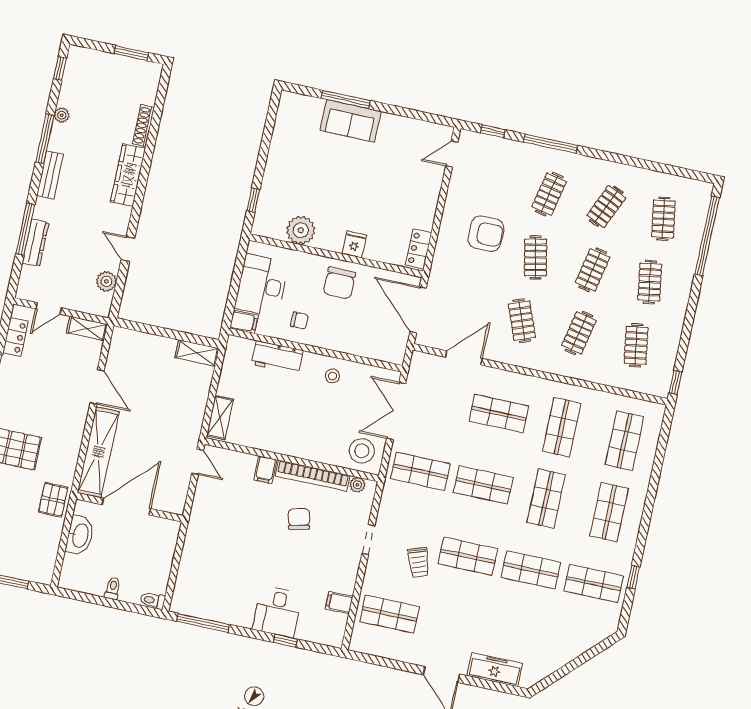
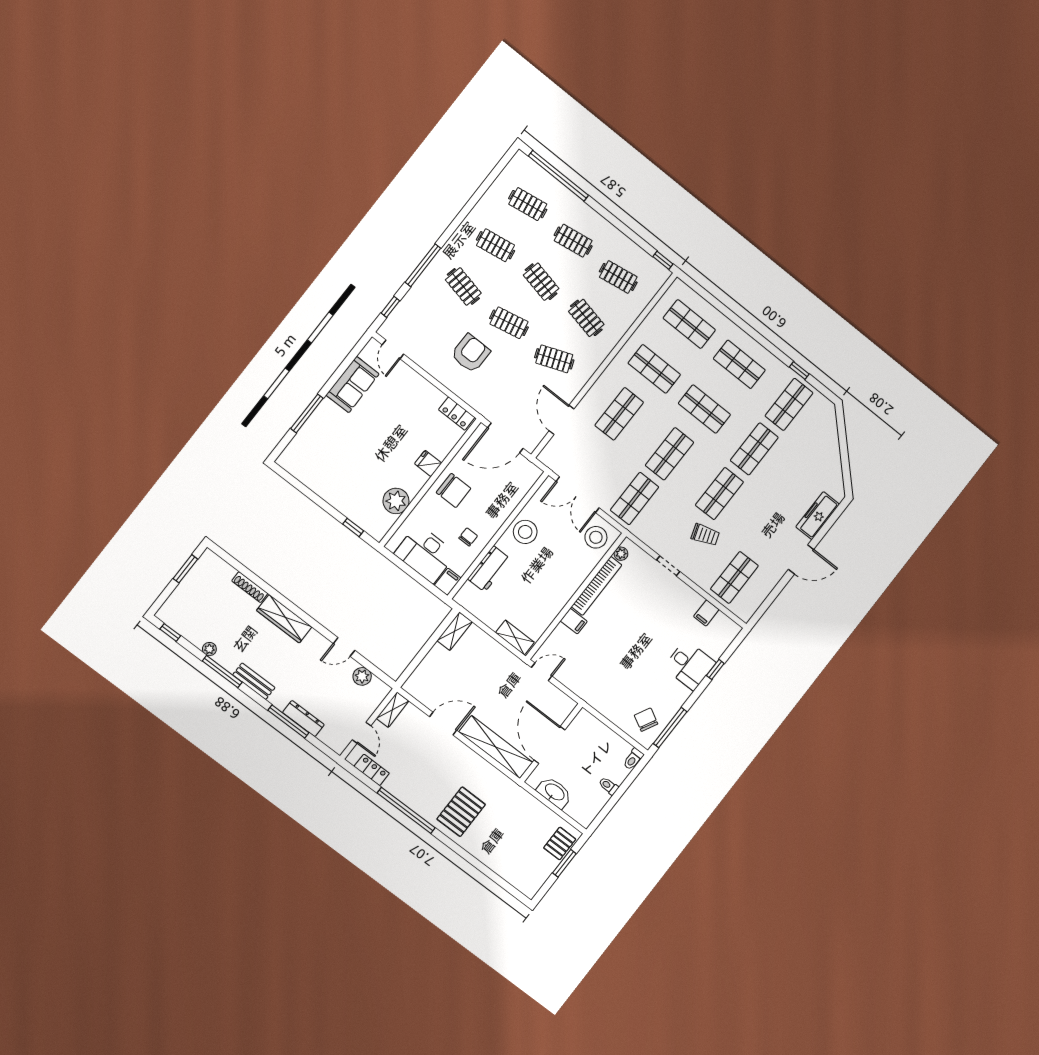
sofa: (350, 121) -> (353, 385), moved
clothes rail: (606, 206) -> (496, 245), turned -33
stool: (332, 376) -> (525, 532), width x1.89, depth x1.89
pallet: (53, 500) -> (560, 843), moved, turned 90
chair: (299, 519) -> (646, 720), moved, turned 41

